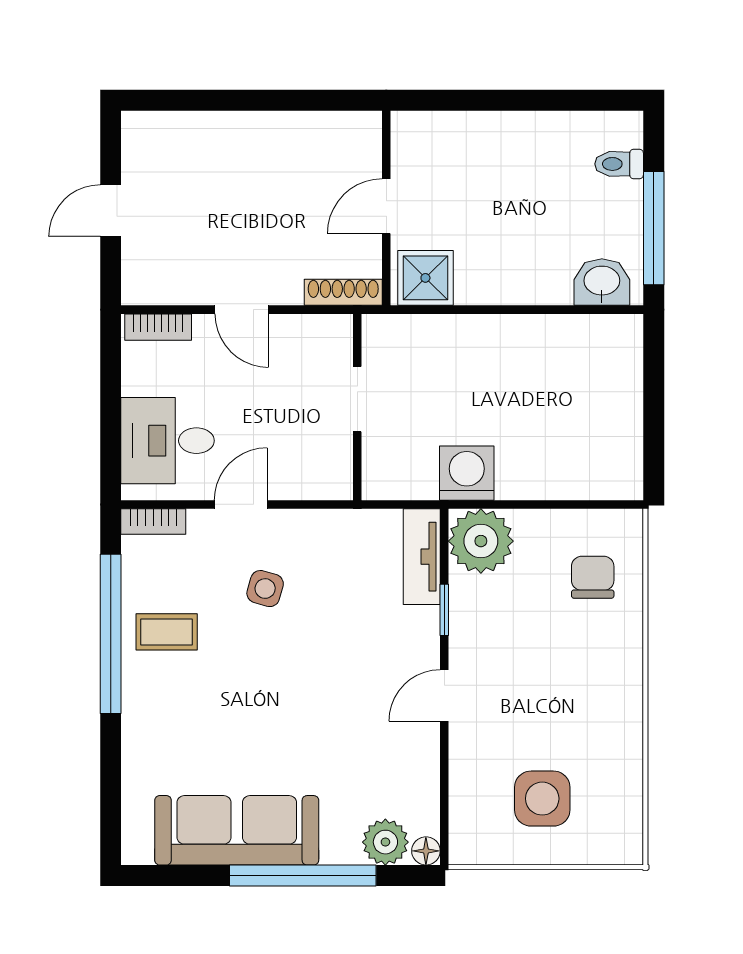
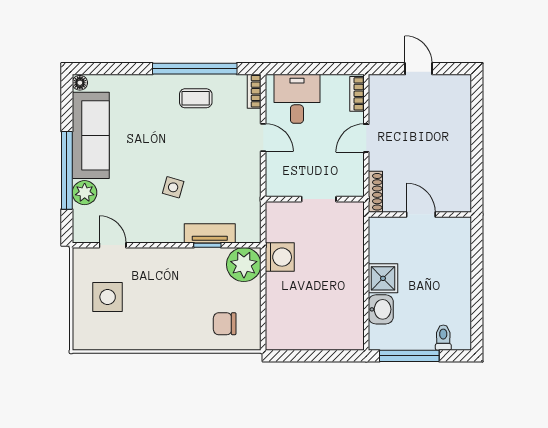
shower: (425, 278) -> (383, 278), moved
washbasin: (602, 282) -> (381, 309), moved
tv unit: (422, 557) -> (210, 233), moved
chair: (593, 577) -> (225, 324), turned 180
side table: (265, 589) -> (173, 187), moved
coffee table: (167, 632) -> (196, 98), turned 90
door: (444, 696) -> (113, 245), moved
plant: (385, 842) -> (85, 193), moved
floor lamp: (426, 851) -> (80, 83), moved

